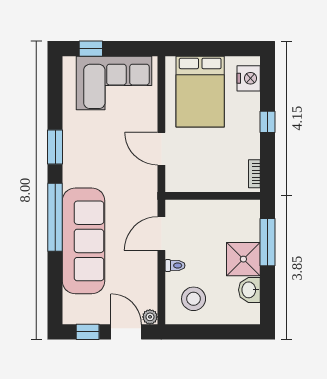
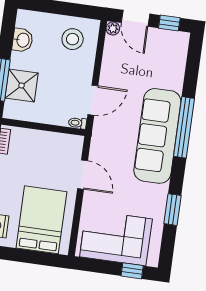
window: (55, 147) -> (173, 210), moved
sofa: (84, 241) -> (157, 136), moved
shower: (243, 259) -> (22, 85), moved
toilet: (175, 266) -> (77, 123), moved

